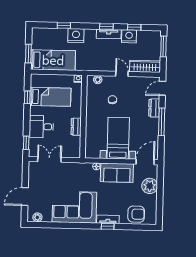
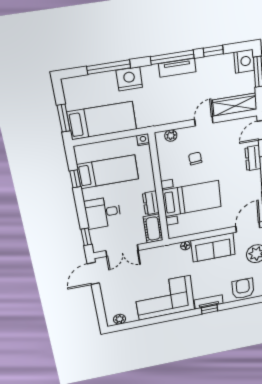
window: (64, 25) -> (109, 67), width x2.17
window: (106, 27) -> (172, 57), width x2.17
nightstand: (129, 36) -> (244, 61), moved, turned 90
door: (122, 74) -> (204, 121), hinge flipped
bed with nightstands: (118, 138) -> (192, 199), moved, turned 90
cot: (75, 147) -> (153, 229), added
double door: (49, 160) -> (122, 250), swing flipped
door: (25, 197) -> (93, 273), moved
armchair: (136, 214) -> (243, 289), turned -90

